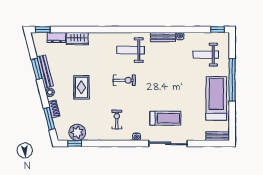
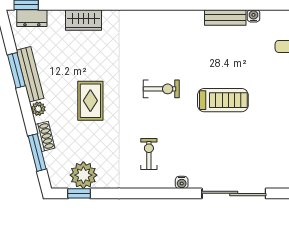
dresser: (56, 37) -> (32, 18), moved
weight bench: (131, 50) -> (172, 39), removed
treadmill: (165, 118) -> (223, 100), moved

